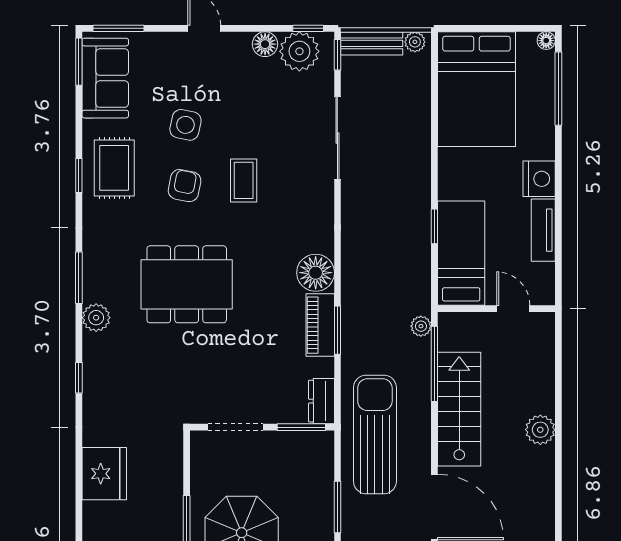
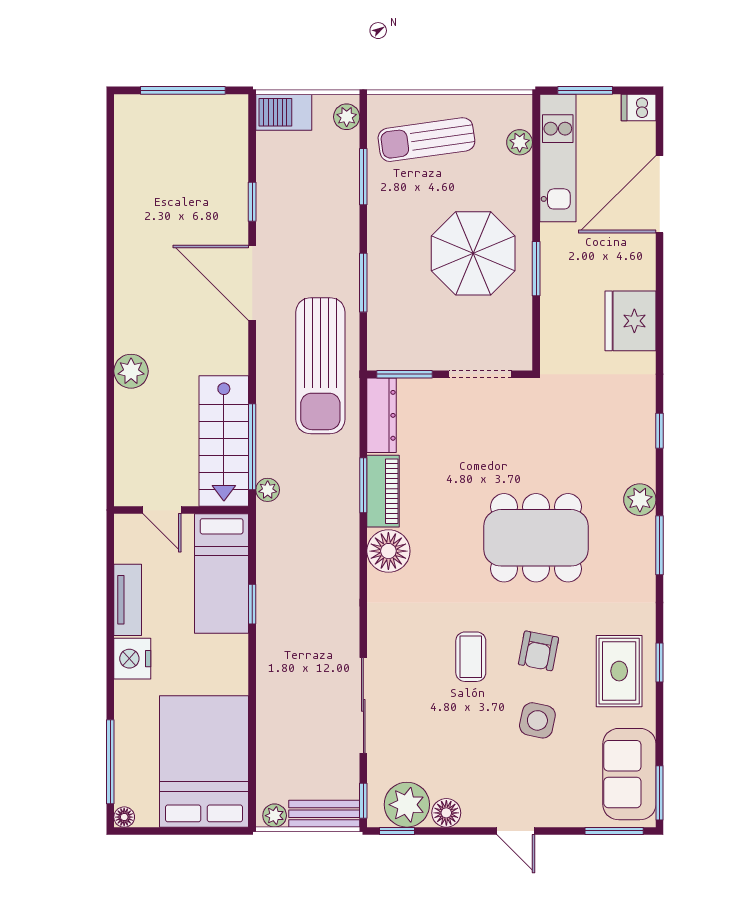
dresser: (321, 401) -> (382, 415), width x1.44
stairs: (459, 409) -> (224, 441), moved

